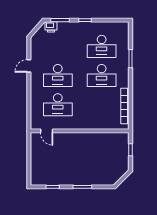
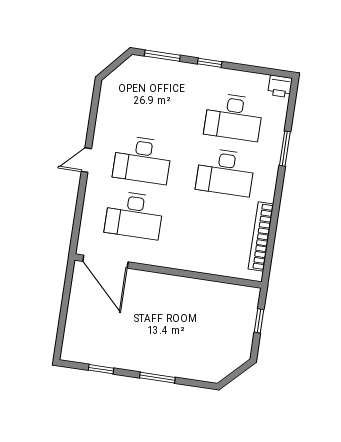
printer: (51, 27) -> (280, 86), moved
door: (29, 66) -> (86, 160), moved
door: (47, 131) -> (105, 262), width x1.87

